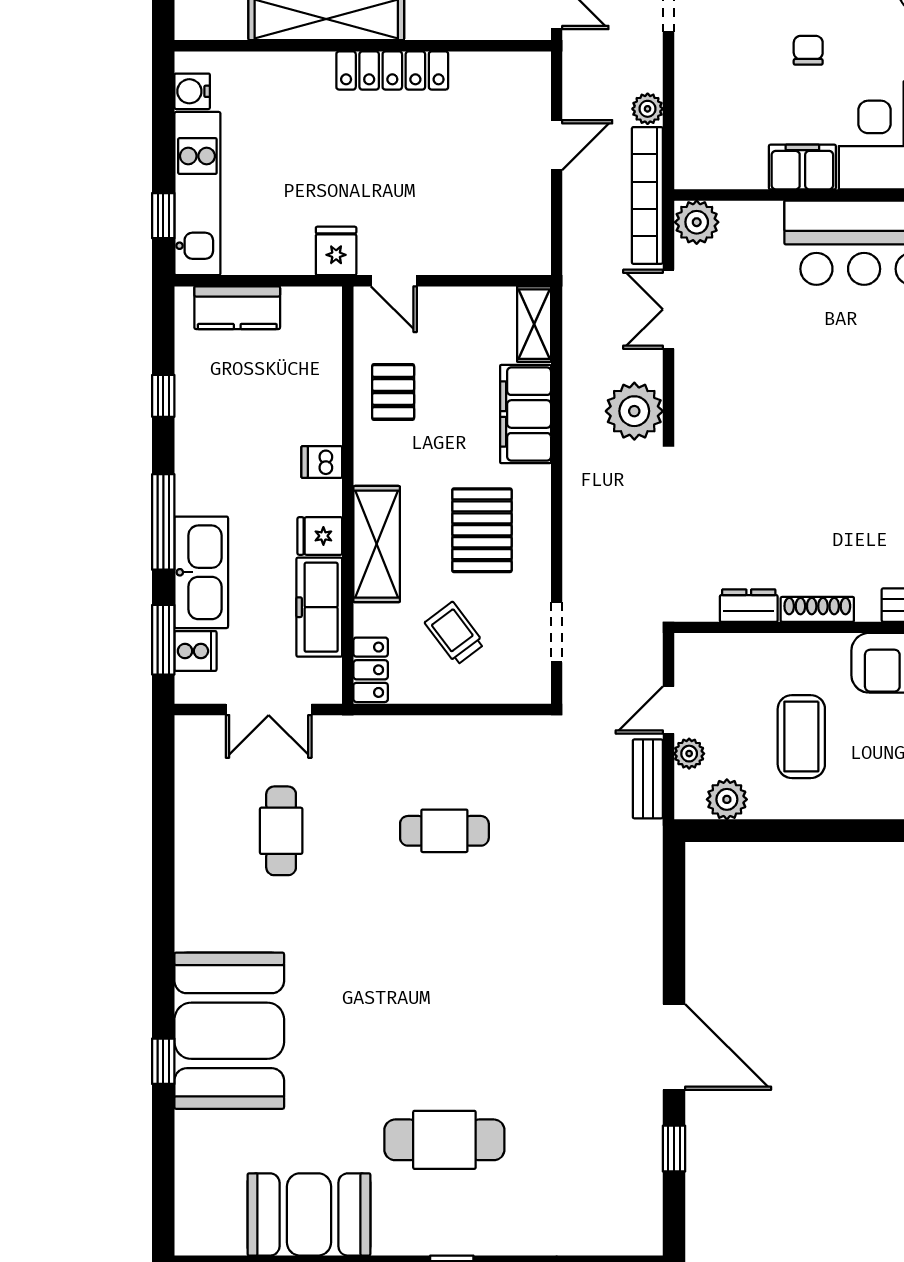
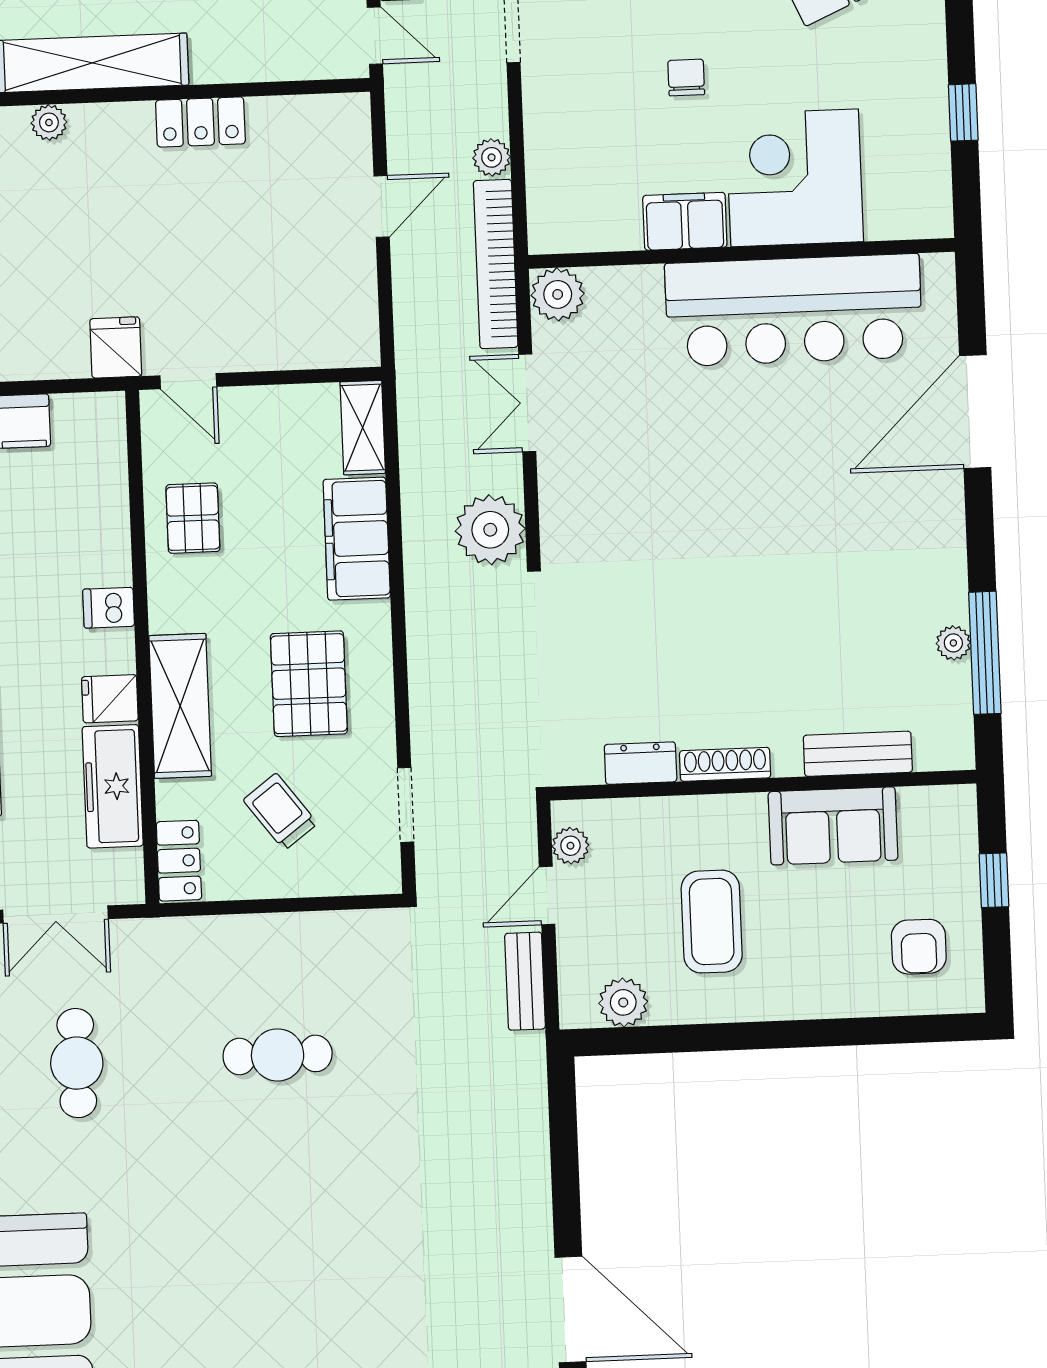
plant: (289, 66) -> (49, 122), added
locker: (392, 71) -> (200, 122), width x0.66
plant: (689, 754) -> (570, 846), moved

